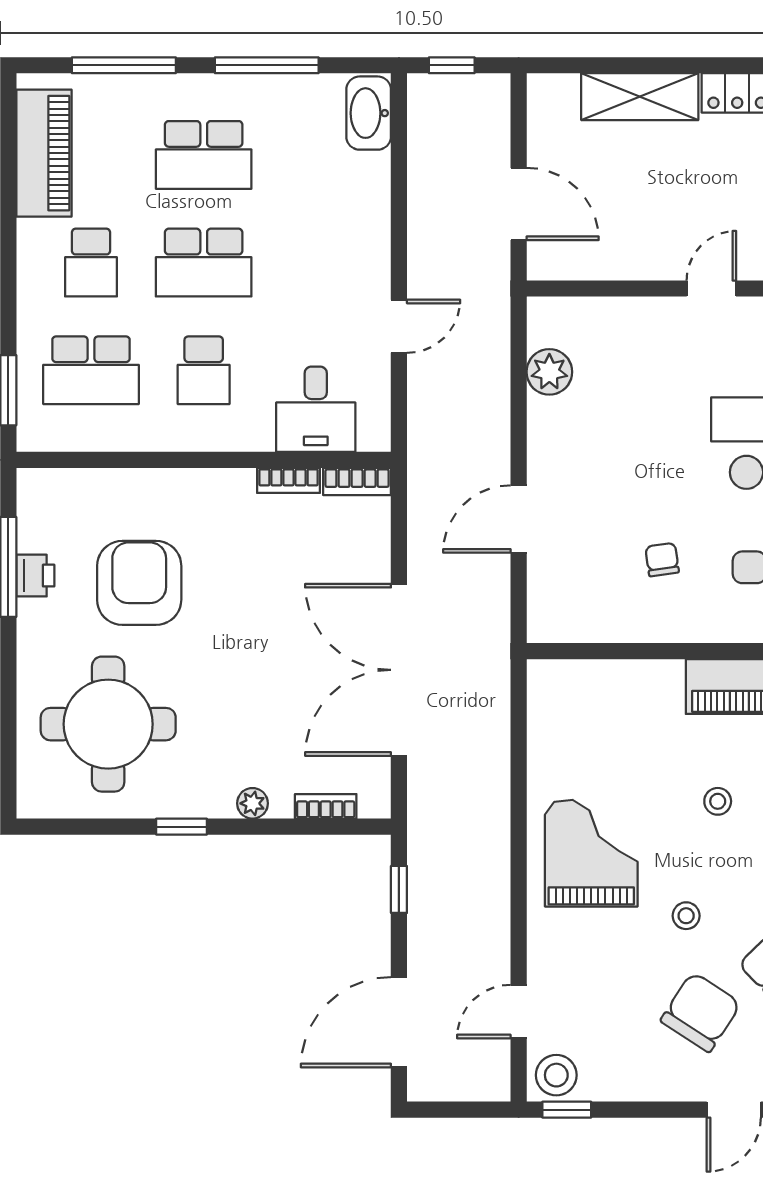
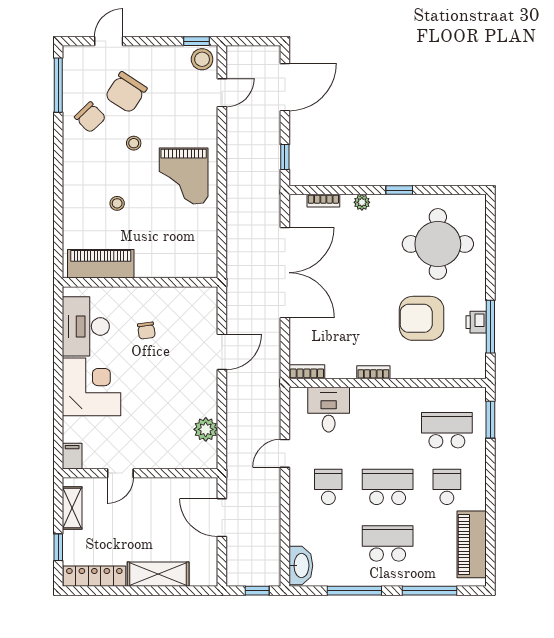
school desk: (204, 370) -> (328, 487), moved
bookcase: (288, 480) -> (373, 372), moved
armchair: (139, 583) -> (422, 318), turned 90

